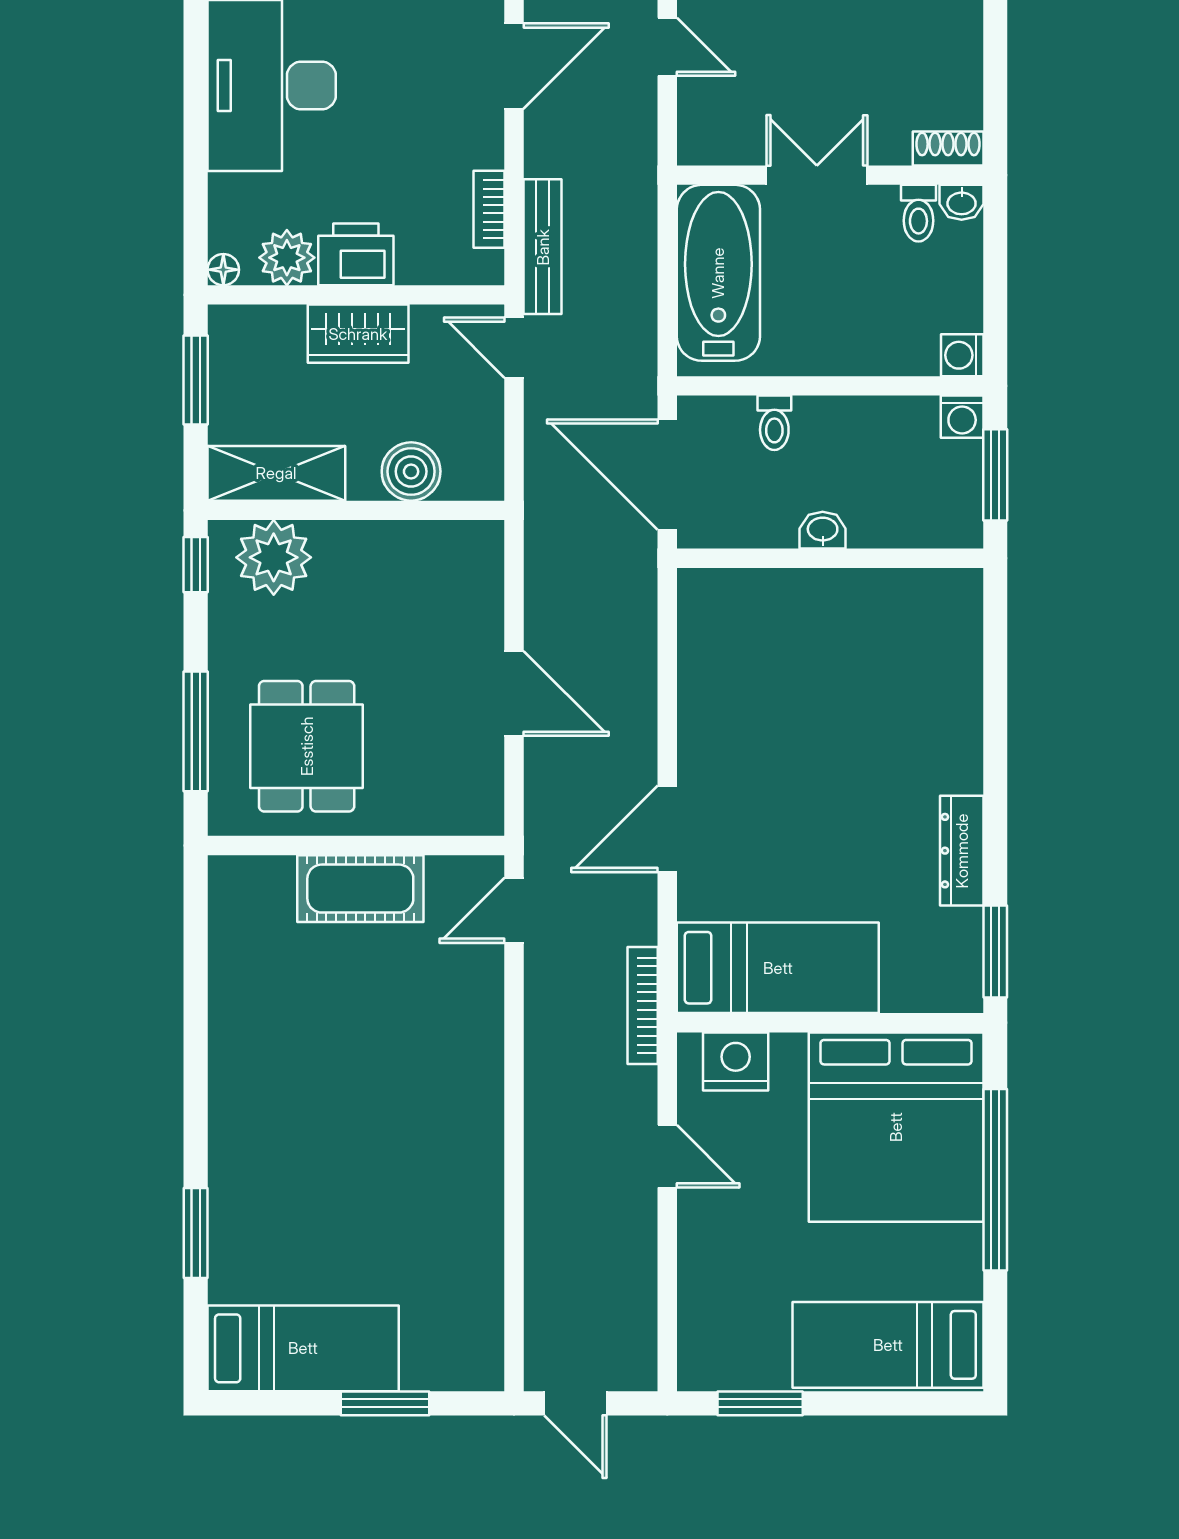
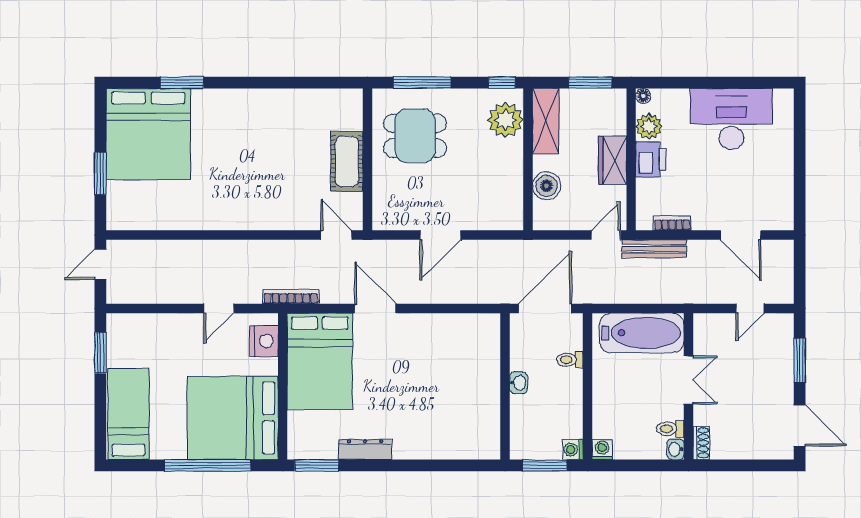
bed: (778, 968) -> (320, 361), width x1.50
bed: (303, 1348) -> (148, 134), width x2.04

